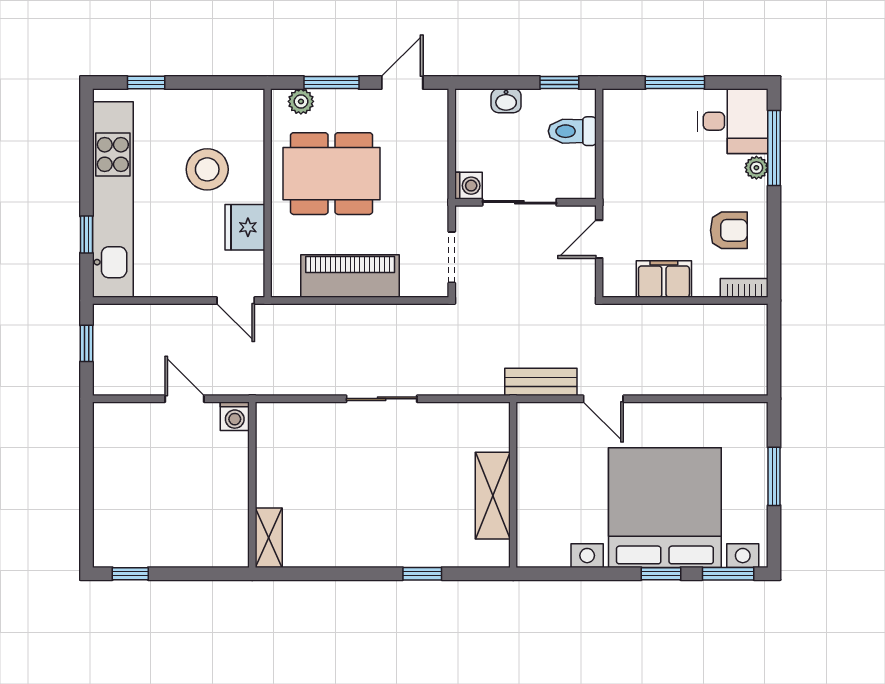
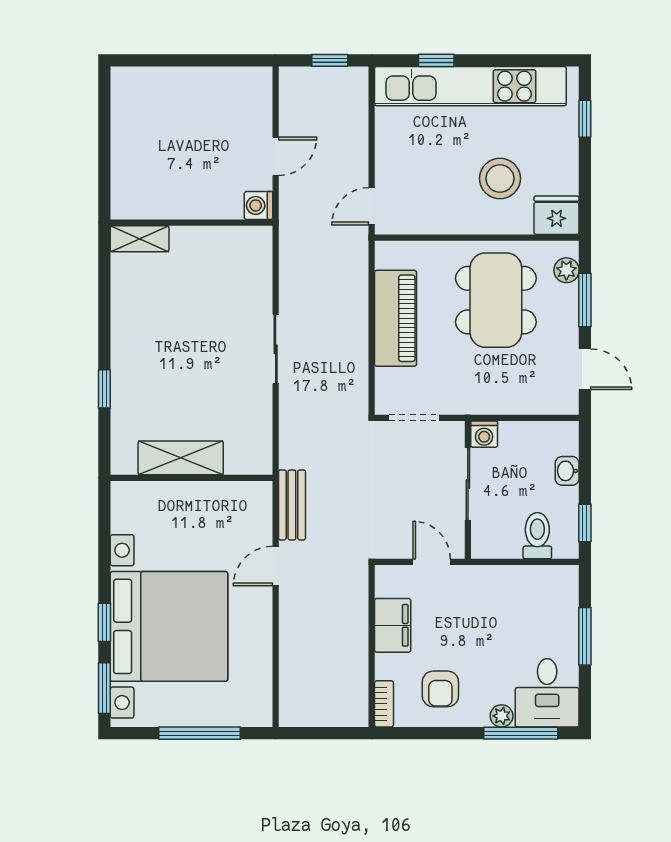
fridge: (245, 227) -> (557, 215), moved
window: (774, 476) -> (200, 733), width x1.44
window: (130, 574) -> (104, 103), removed

